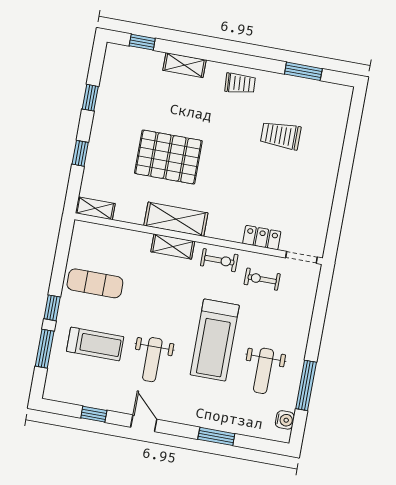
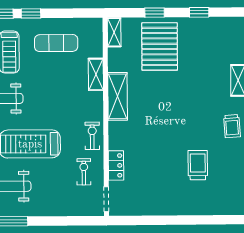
pallet: (168, 157) -> (160, 46), moved
shelving: (173, 246) -> (96, 74), moved
exercise bike: (219, 260) -> (92, 136), turned 180
exercise mat: (95, 283) -> (56, 43), turned 90

